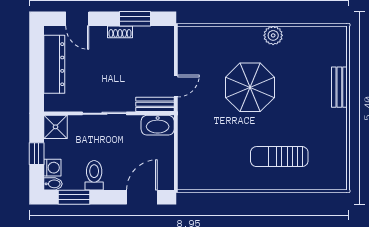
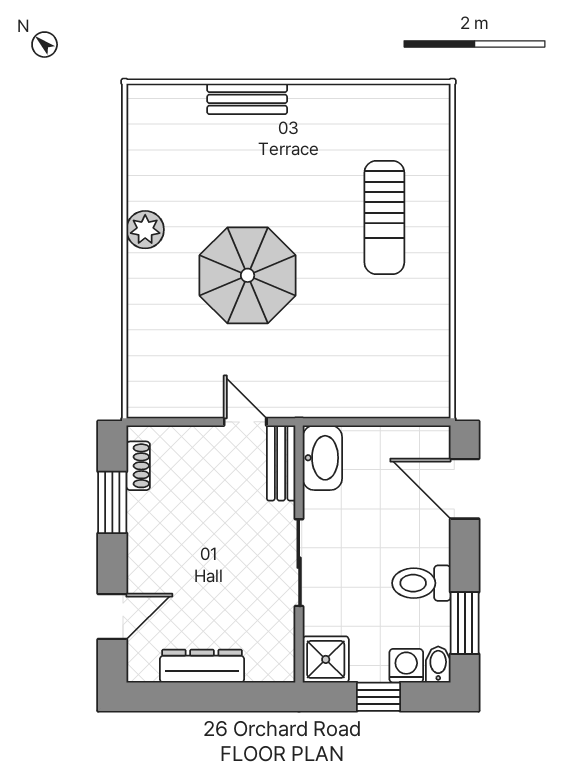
shoe rack: (120, 32) -> (138, 466), moved
dresser: (54, 64) -> (202, 666), width x0.73, depth x0.80

